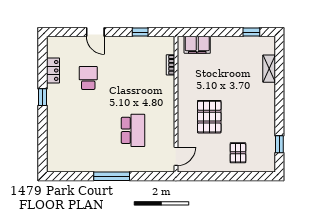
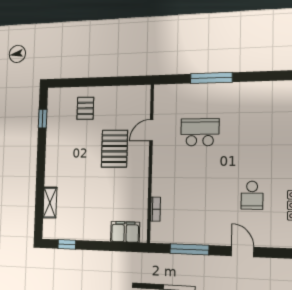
window: (140, 32) -> (189, 249), width x2.17
school desk: (133, 130) -> (200, 132), turned 90
door: (176, 156) -> (151, 130), moved
window: (112, 176) -> (211, 78), moved

